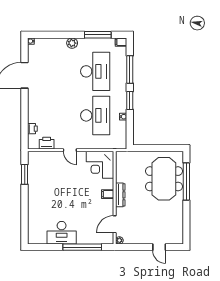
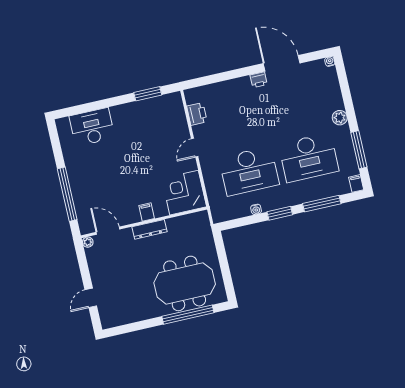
printer: (32, 129) -> (259, 80), moved
desk: (62, 233) -> (92, 127), moved, turned 90

